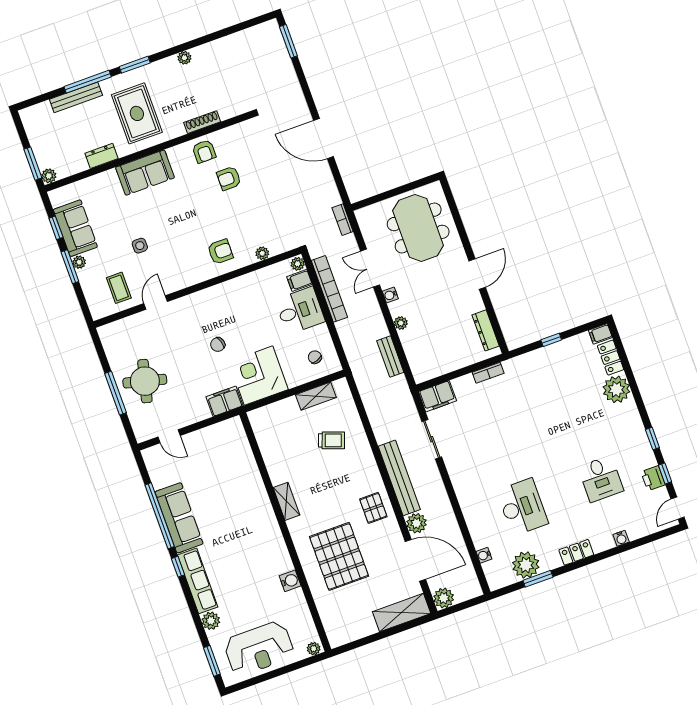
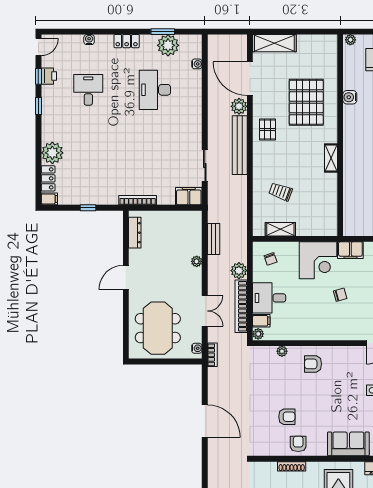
water cooler: (390, 295) -> (197, 348), moved
bookcase: (488, 373) -> (138, 200), width x1.56
plant: (444, 598) -> (239, 271), moved

